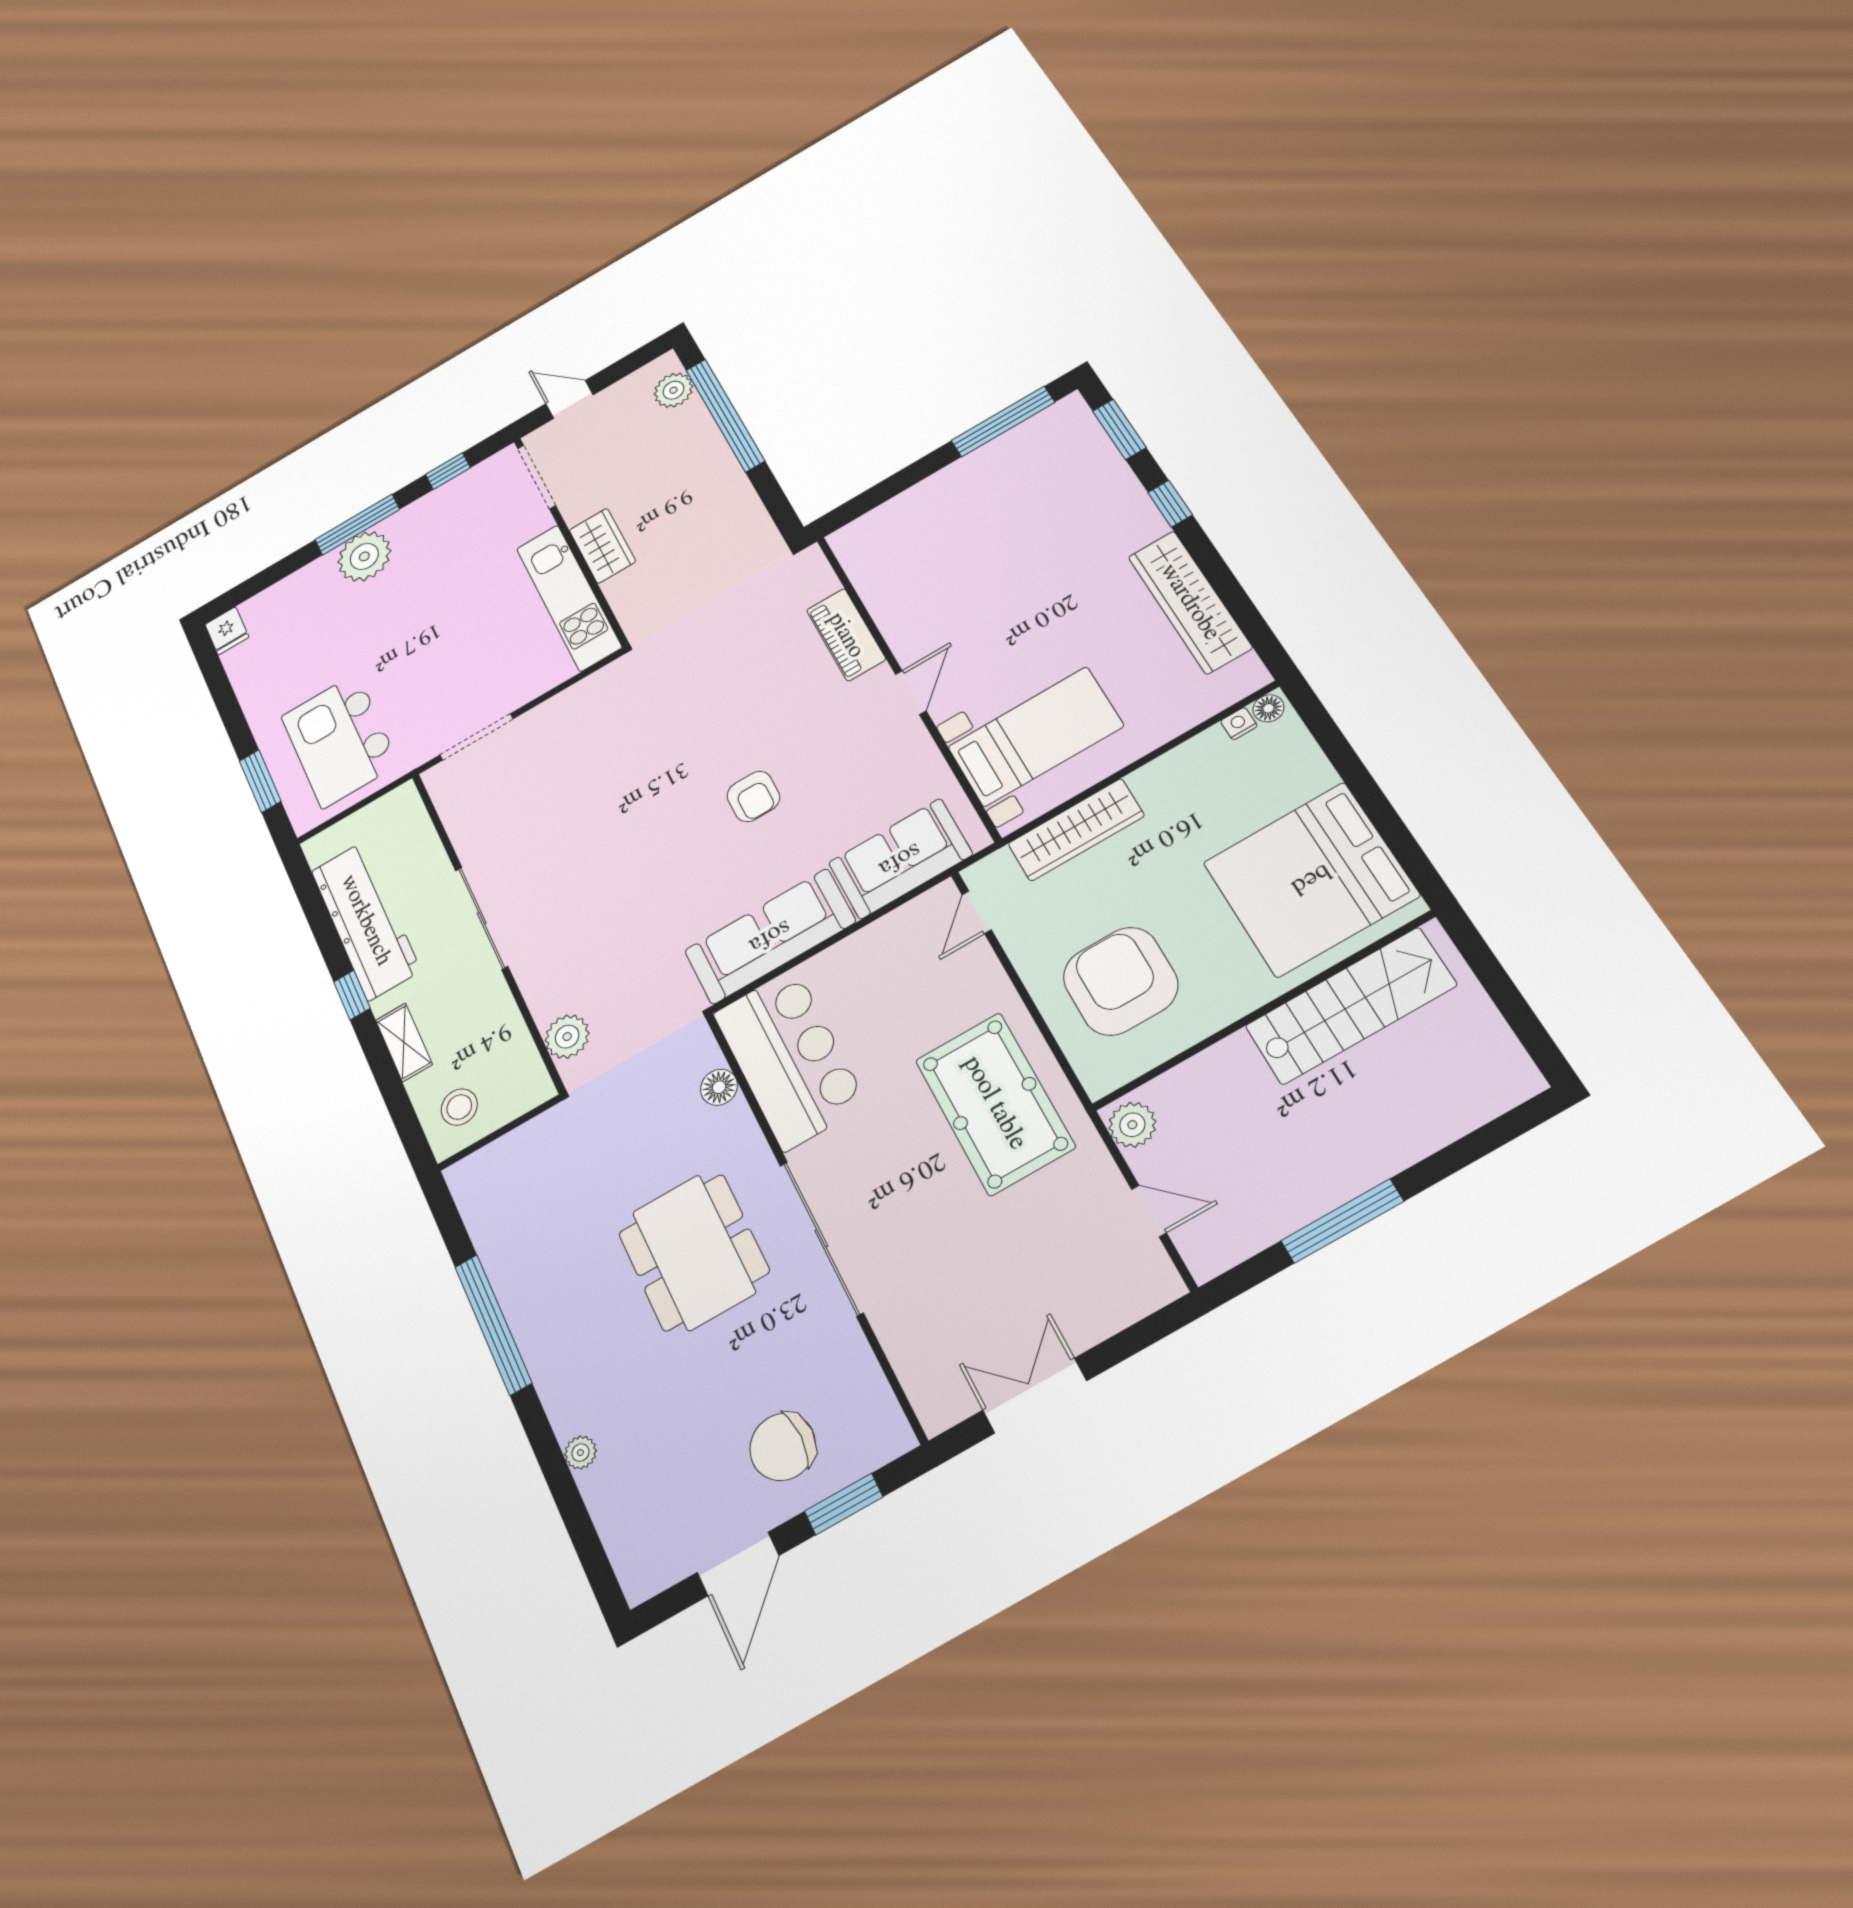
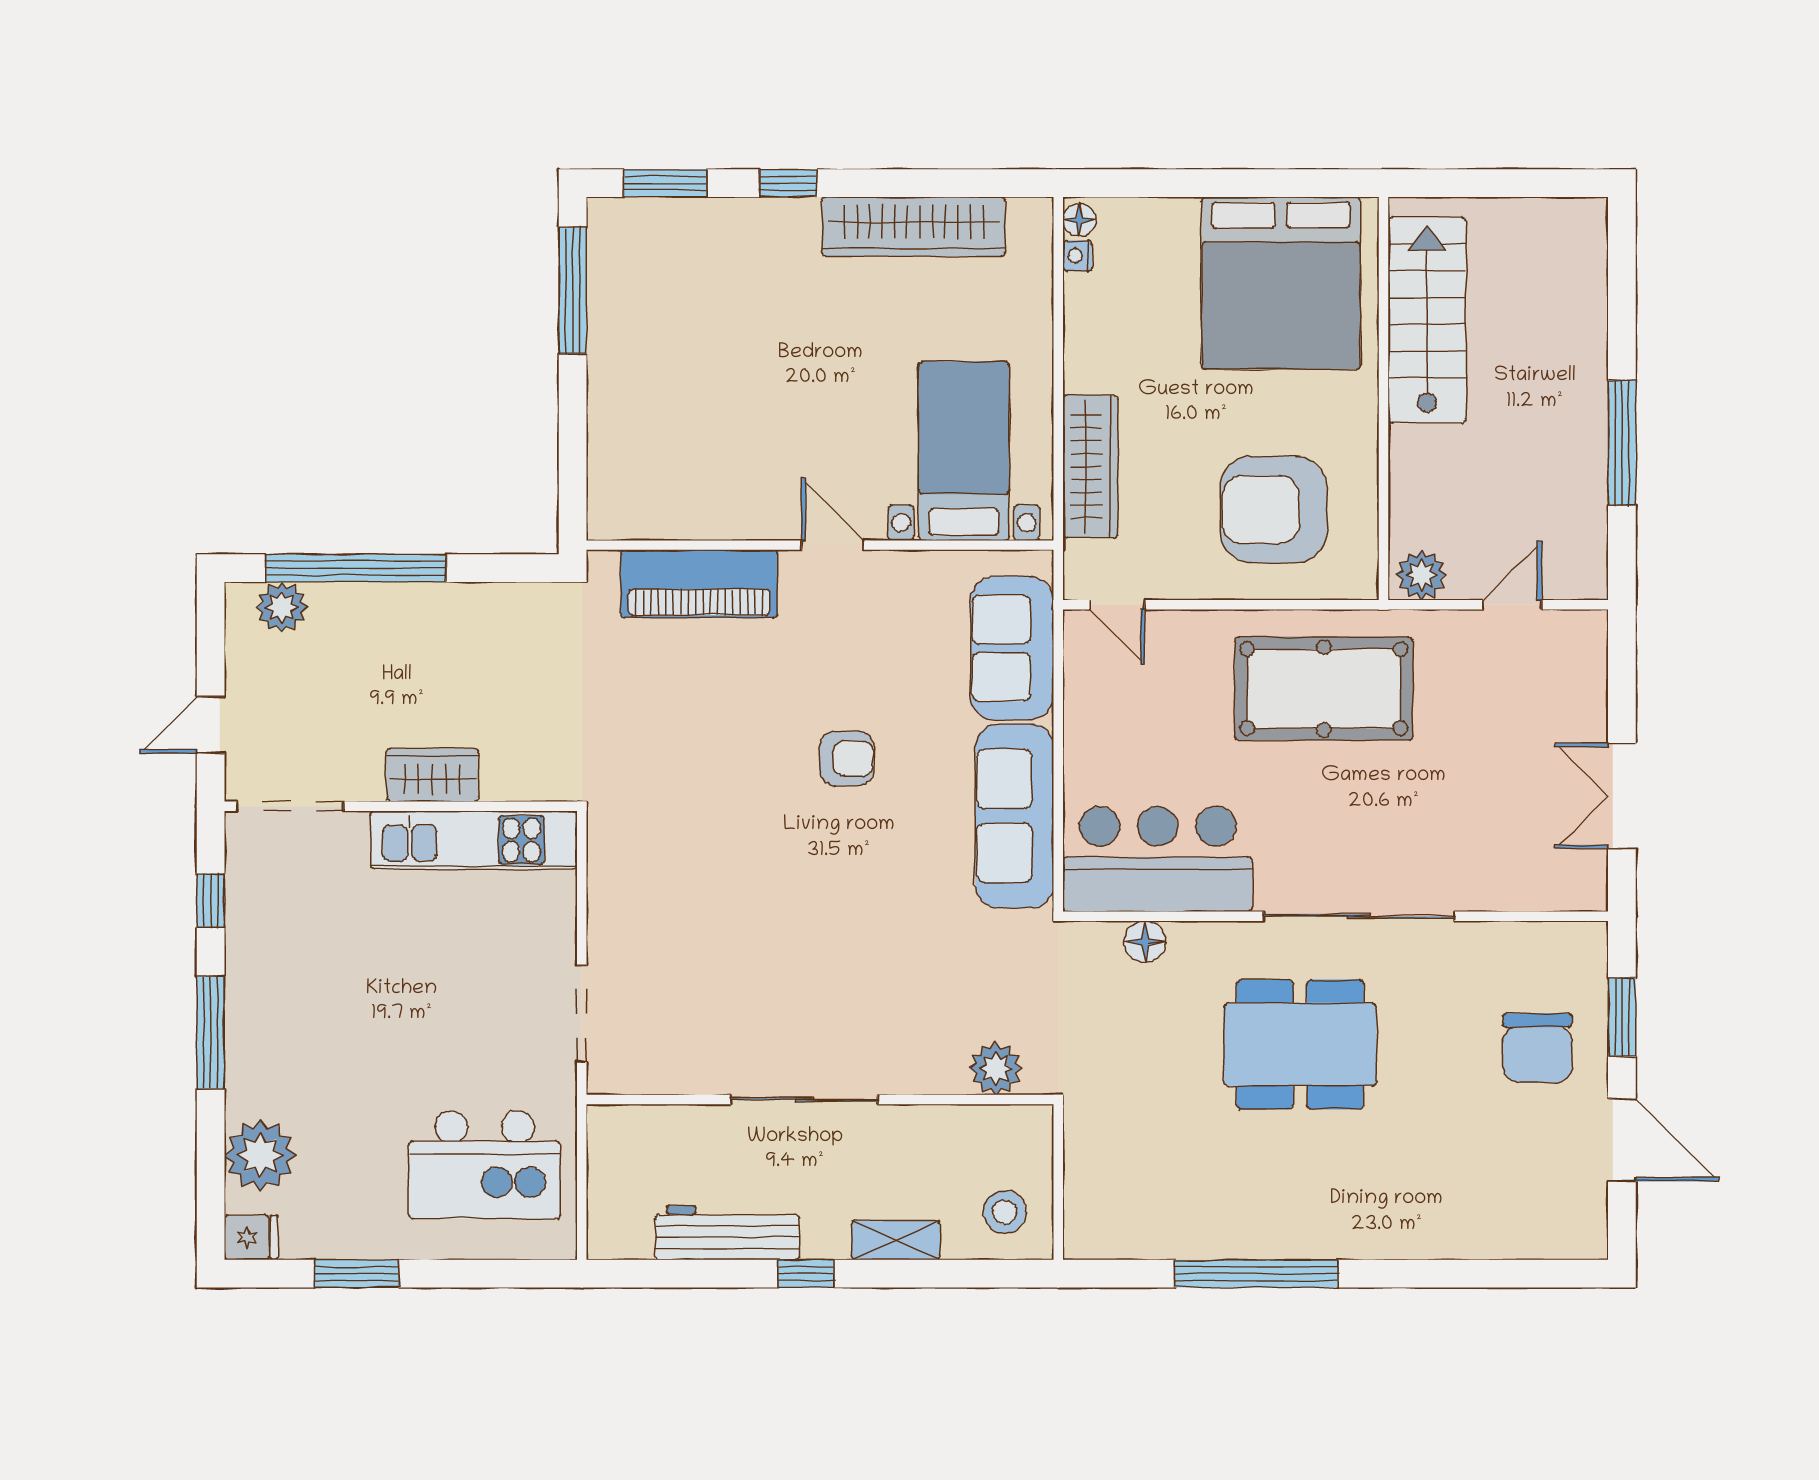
plant: (364, 556) -> (260, 1155), moved
piano: (846, 635) -> (699, 584), width x1.37, depth x1.33
window: (260, 781) -> (357, 1274), moved
workbench: (366, 920) -> (727, 1233), width x0.73, depth x0.76
plant: (580, 1453) -> (1434, 1242), removed

